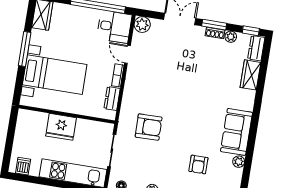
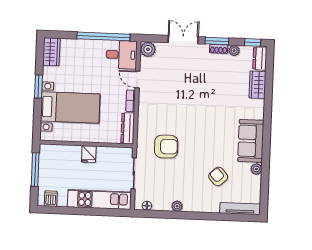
window: (25, 49) -> (38, 87), width x0.69
dresser: (112, 99) -> (128, 128), width x1.44
fridge: (61, 127) -> (89, 154), width x0.53, depth x0.75
window: (11, 134) -> (35, 170), added
armchair: (198, 164) -> (218, 176), turned 138

